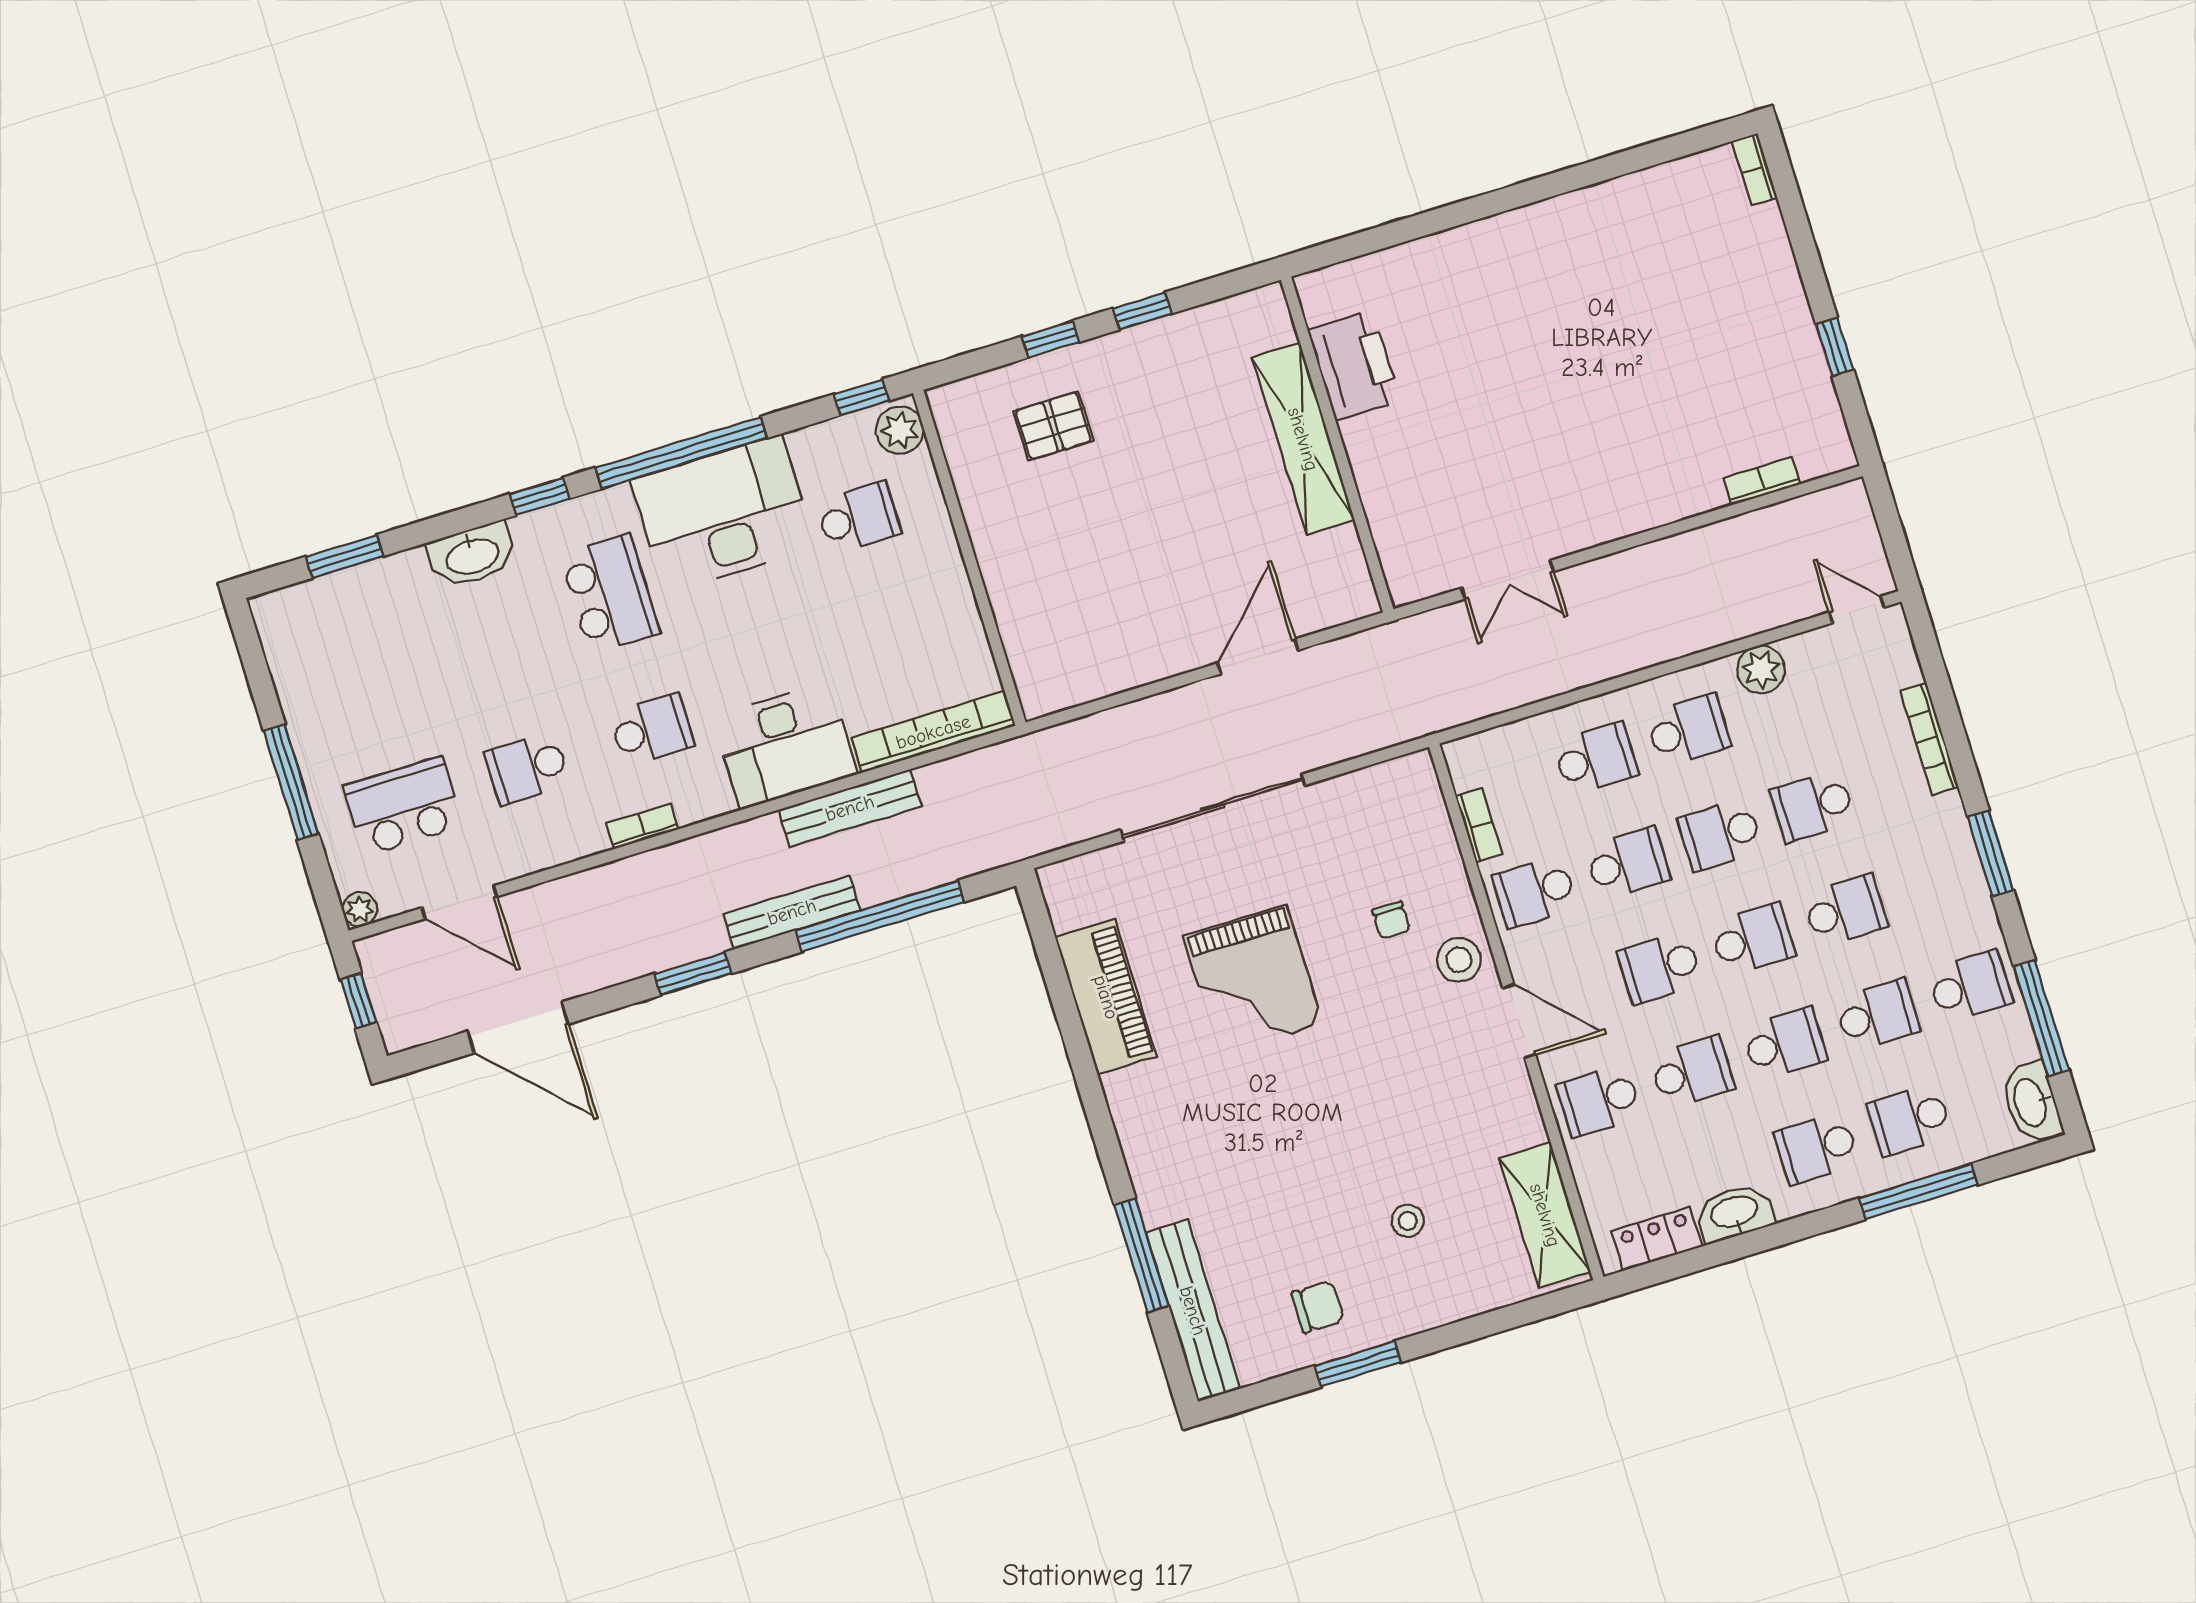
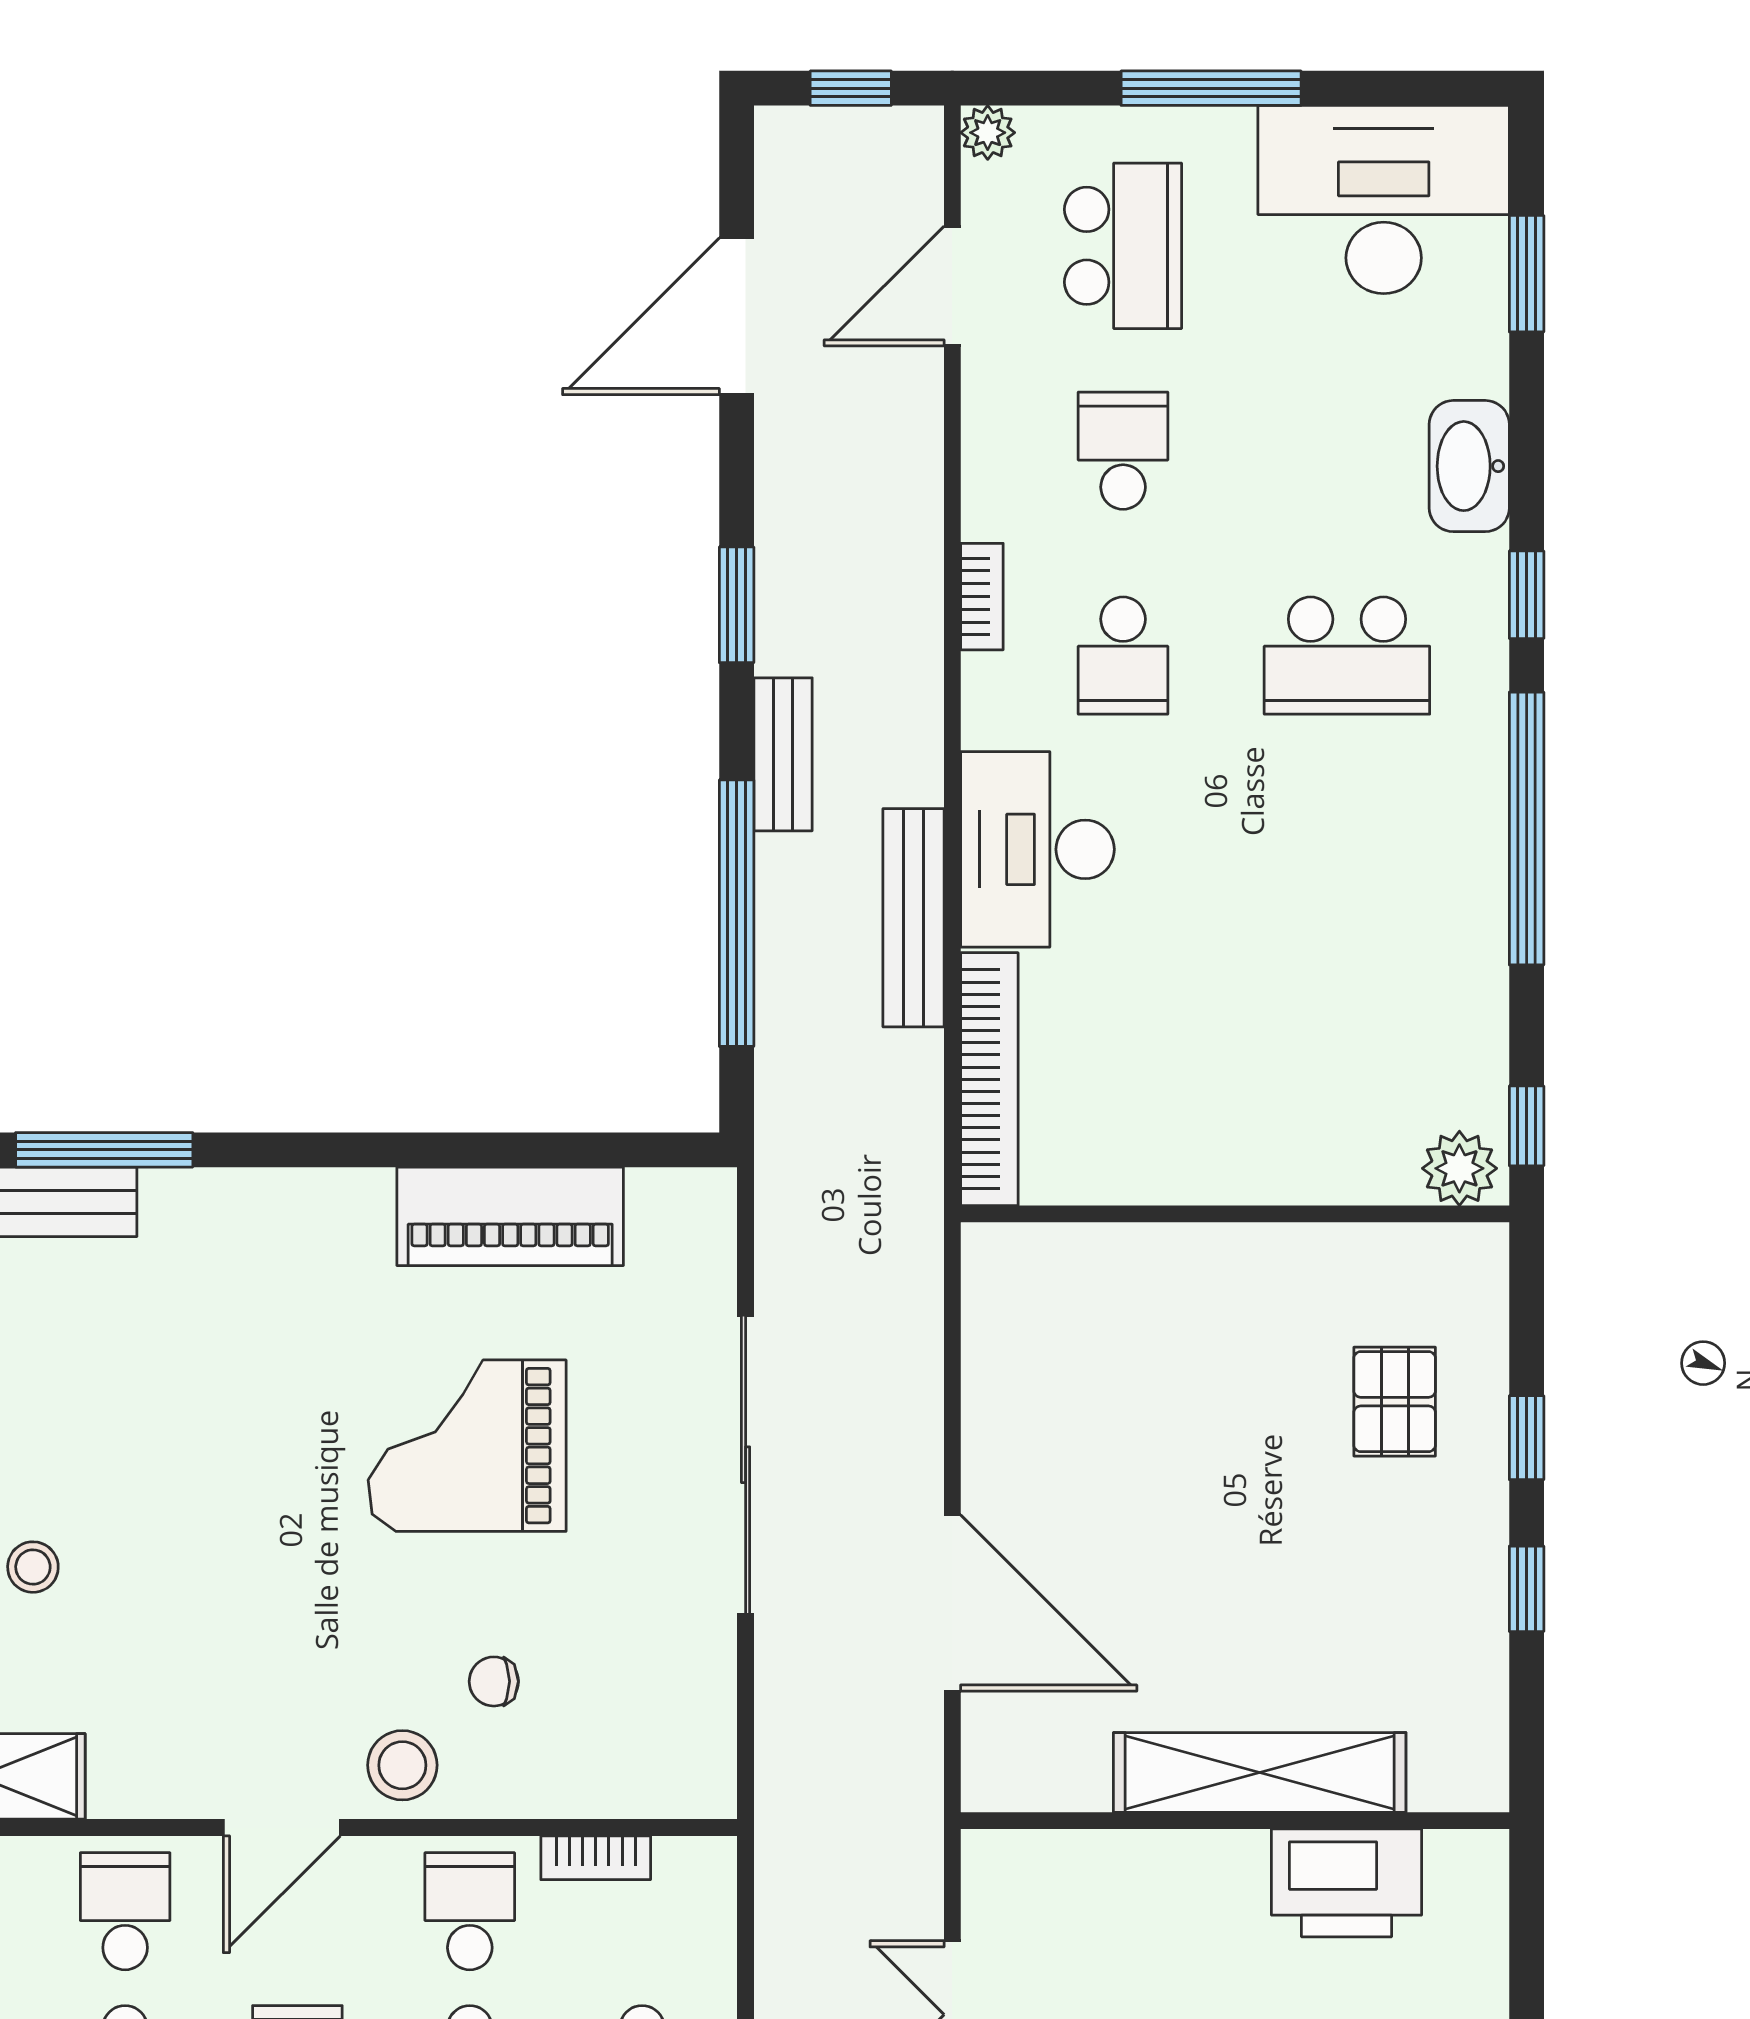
desk: (723, 514) -> (1384, 200), moved, turned -90
school desk: (858, 518) -> (1347, 1065), removed
door: (1258, 657) -> (952, 1603), width x1.36
bench: (792, 912) -> (783, 754), width x0.73

